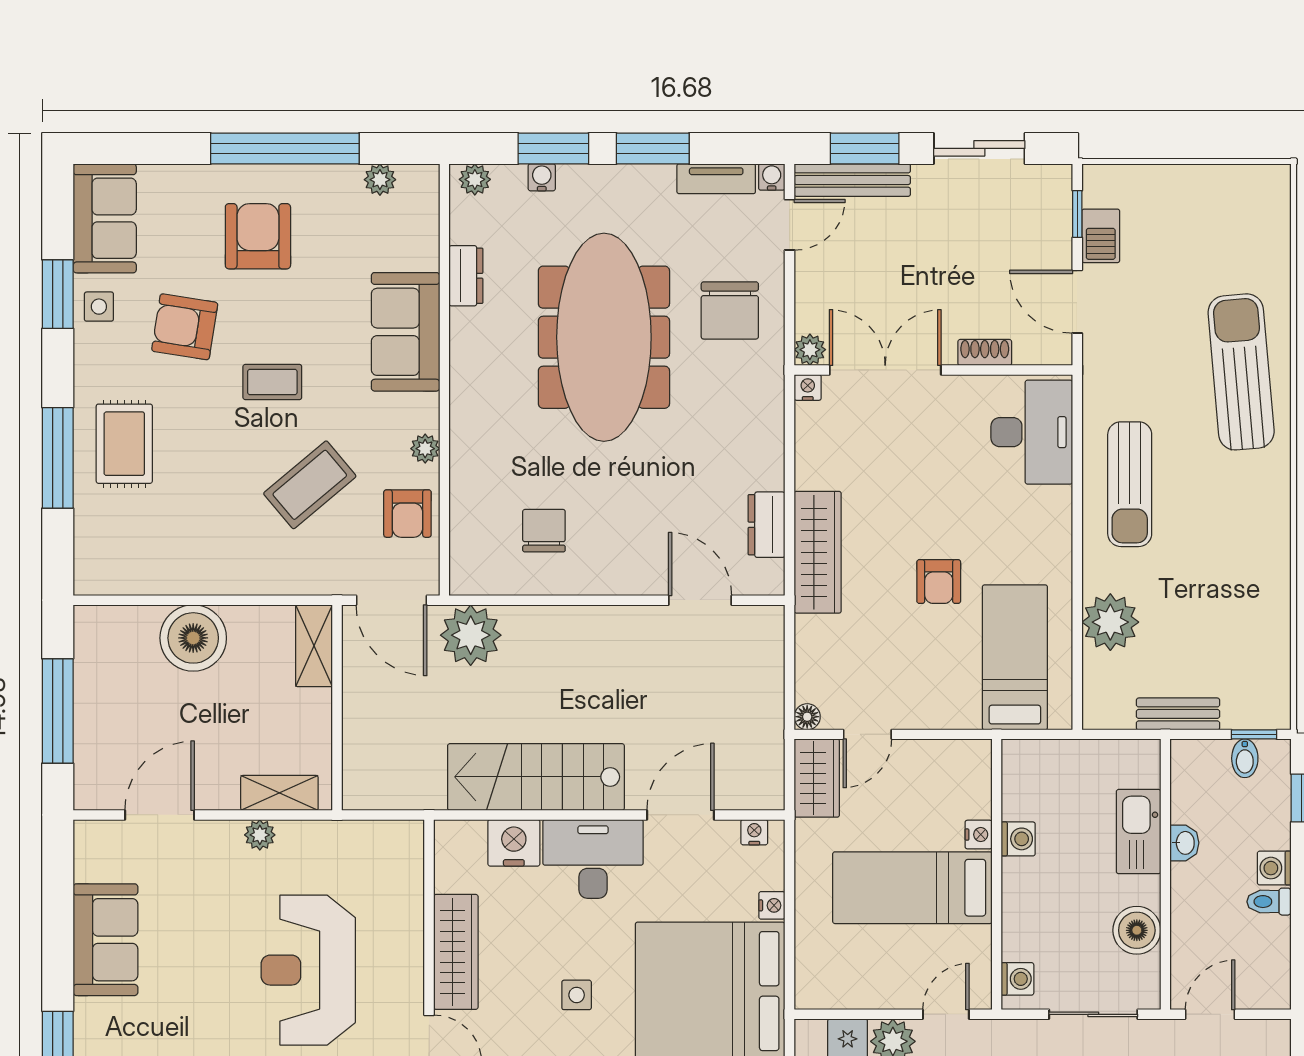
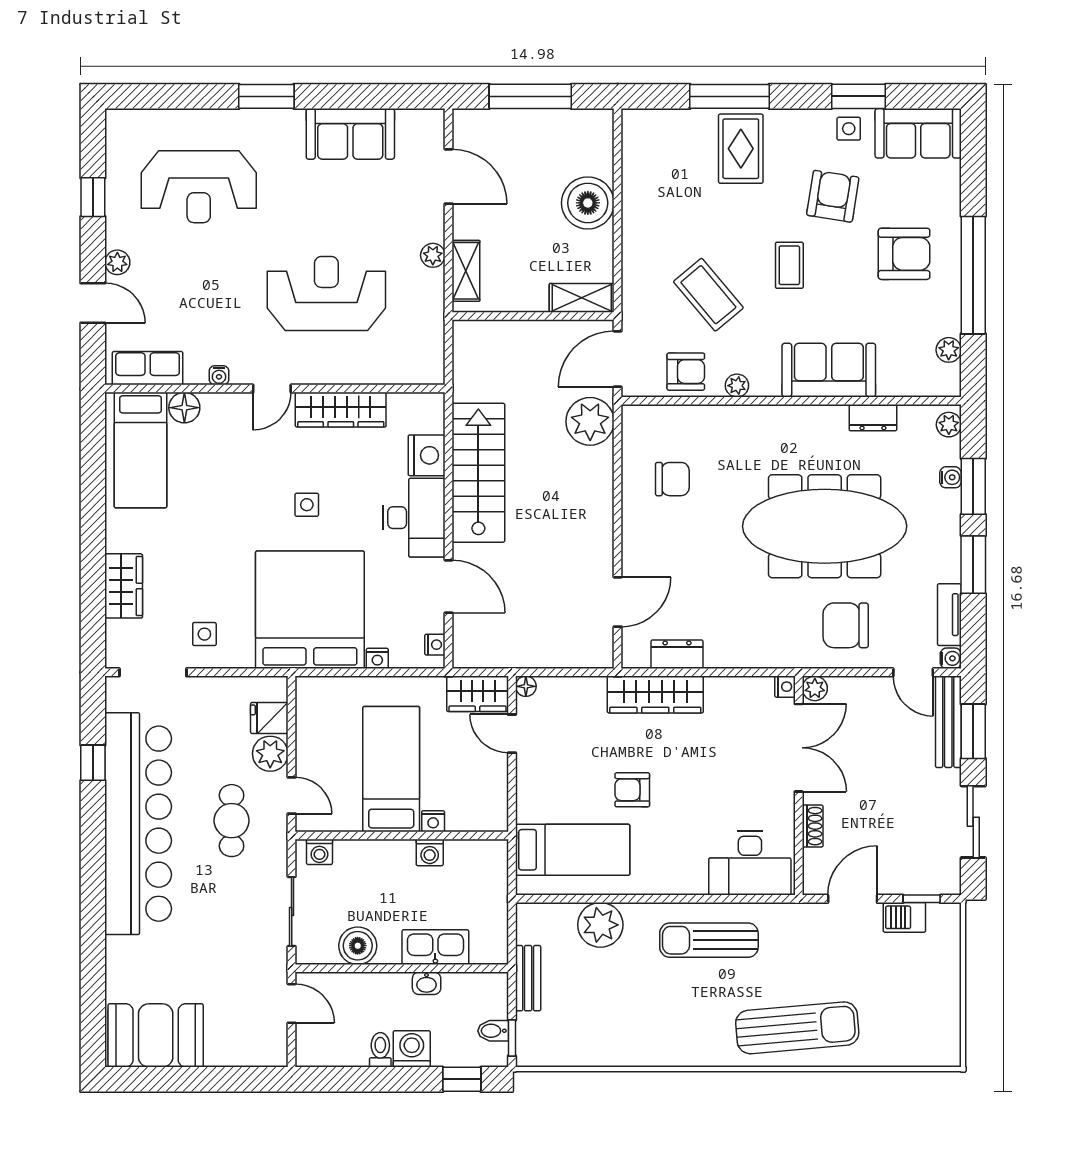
rug: (124, 444) -> (741, 149), turned 90
armchair: (407, 514) -> (686, 372), turned 180
washing machine: (1274, 868) -> (412, 1049), width x1.38, depth x1.38

